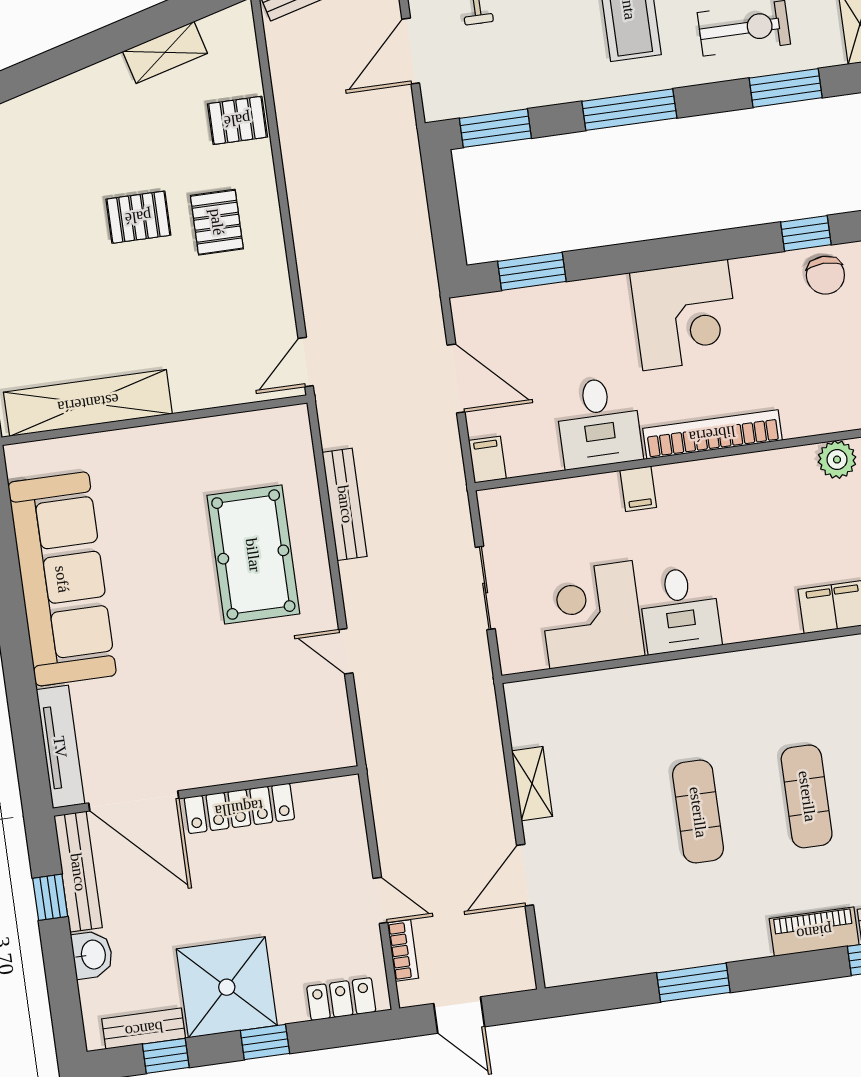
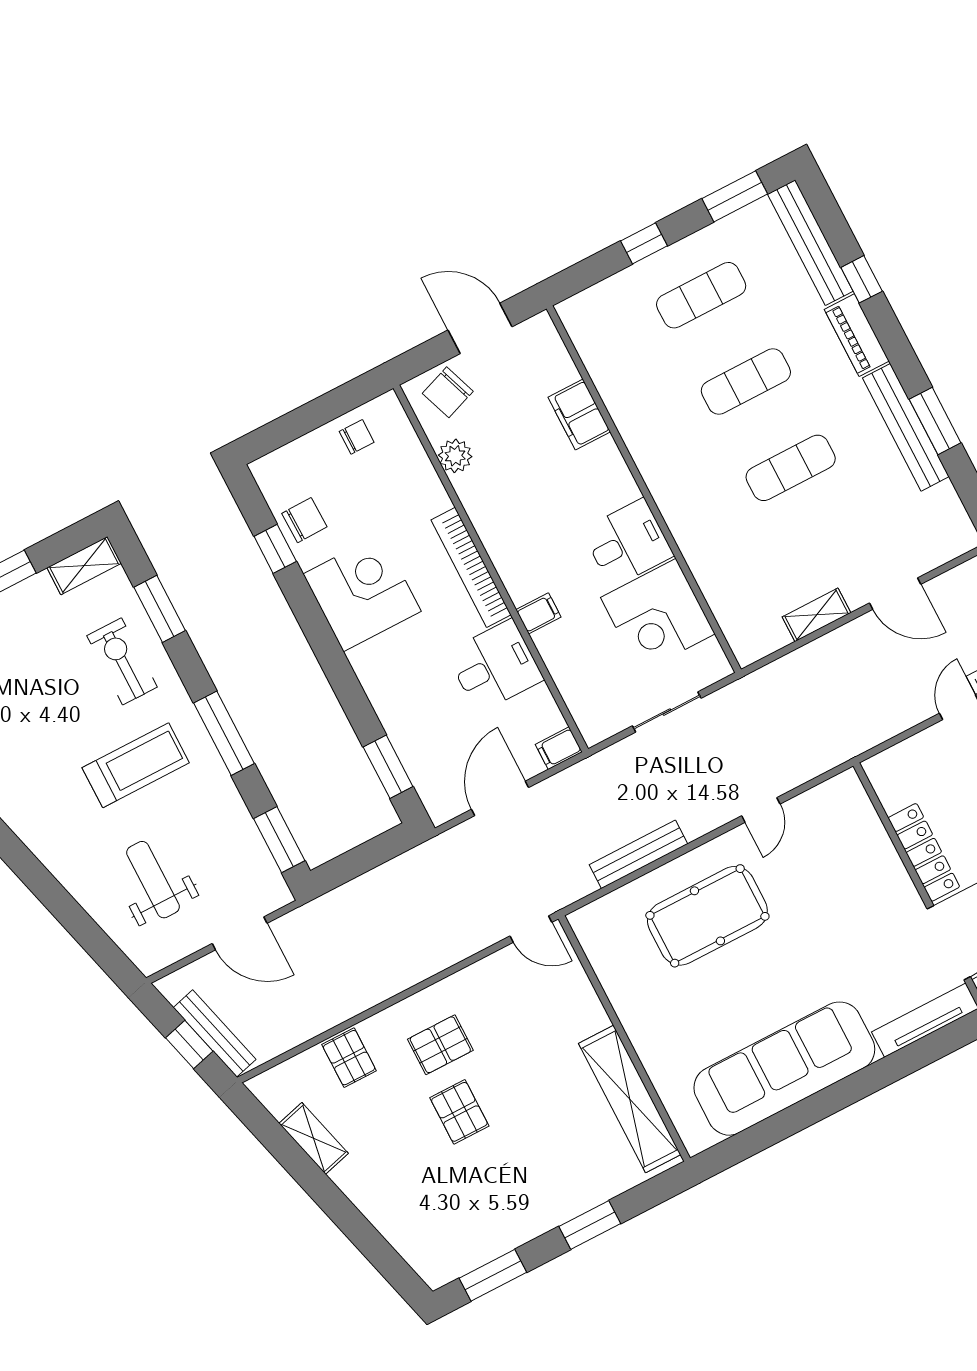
corner desk: (685, 315) -> (362, 593), moved
bench: (698, 949) -> (906, 427), added

